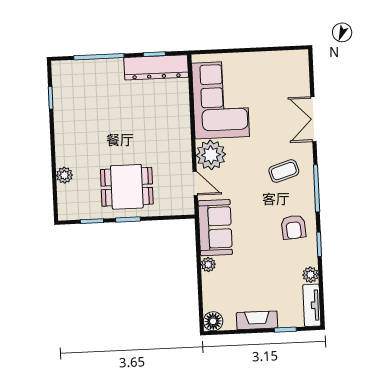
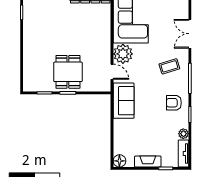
plant: (64, 175) -> (28, 63), removed
dining table: (127, 187) -> (68, 72), turned 90
armchair: (293, 227) -> (174, 103), turned 95
plant: (208, 265) -> (118, 124), removed

